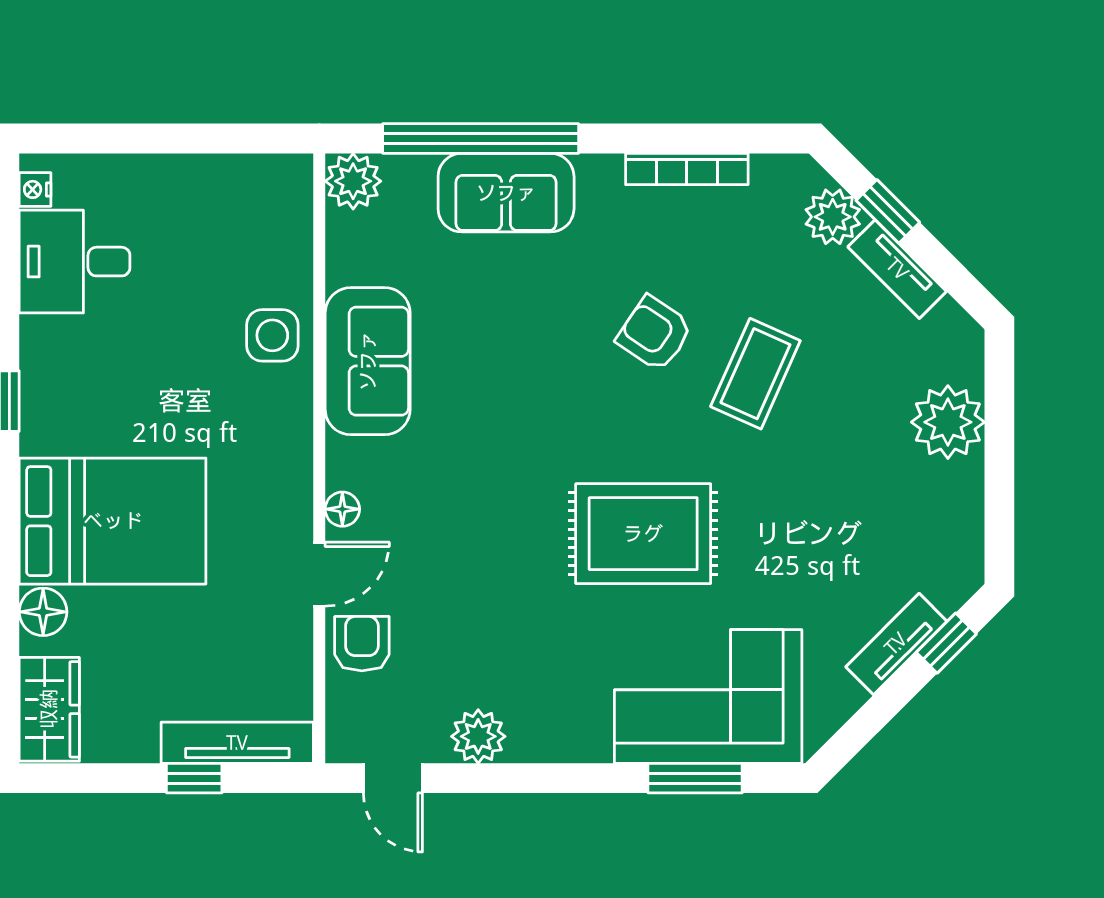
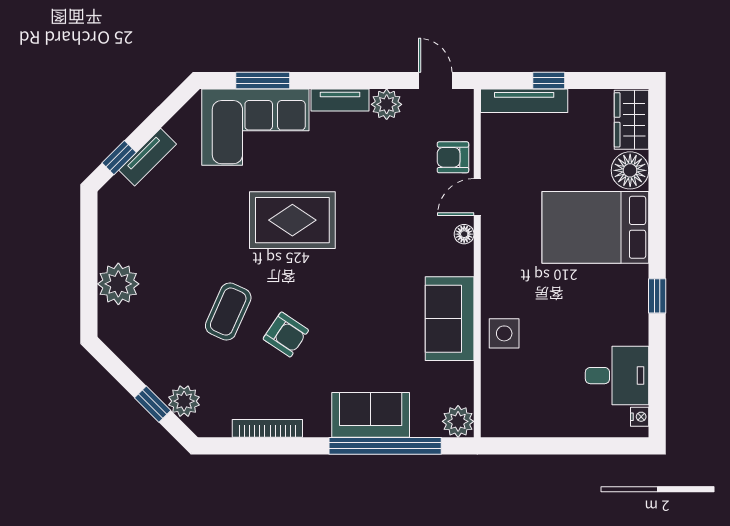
tv unit: (897, 269) -> (340, 100), moved, turned 135
floor lamp: (43, 612) -> (630, 170), width x1.38, depth x1.38
armchair: (362, 644) -> (453, 157), turned 90

